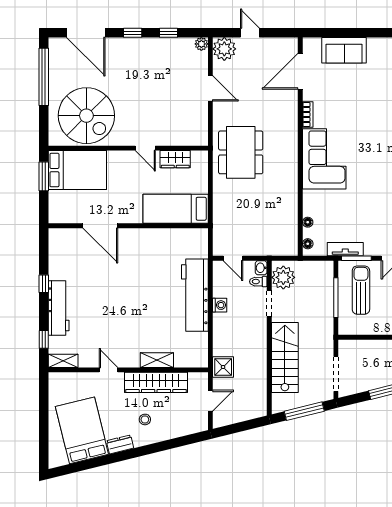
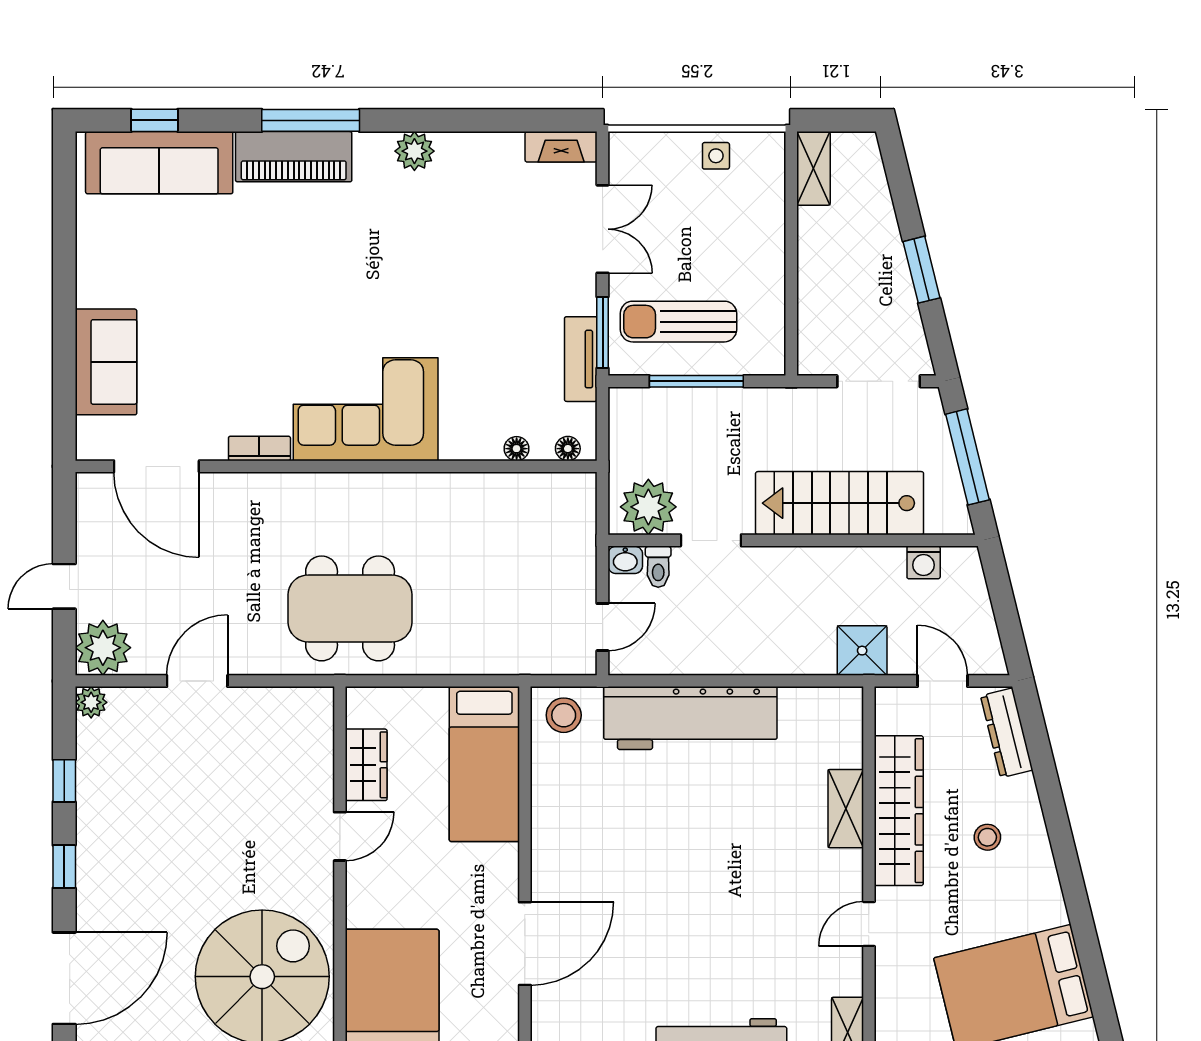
stool: (196, 242) -> (564, 715), added
washing machine: (220, 305) -> (924, 562), moved, turned 180
dresser: (120, 444) -> (1007, 733), moved, width x1.44

